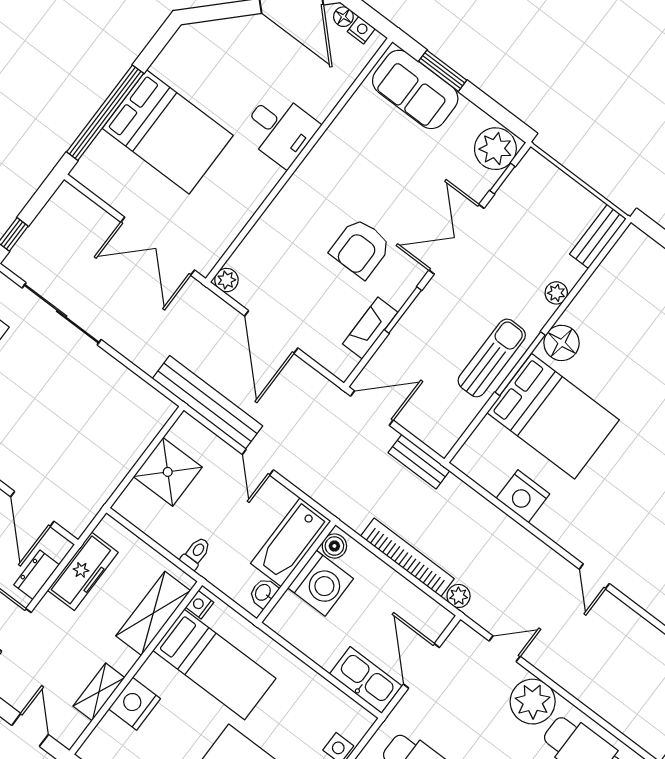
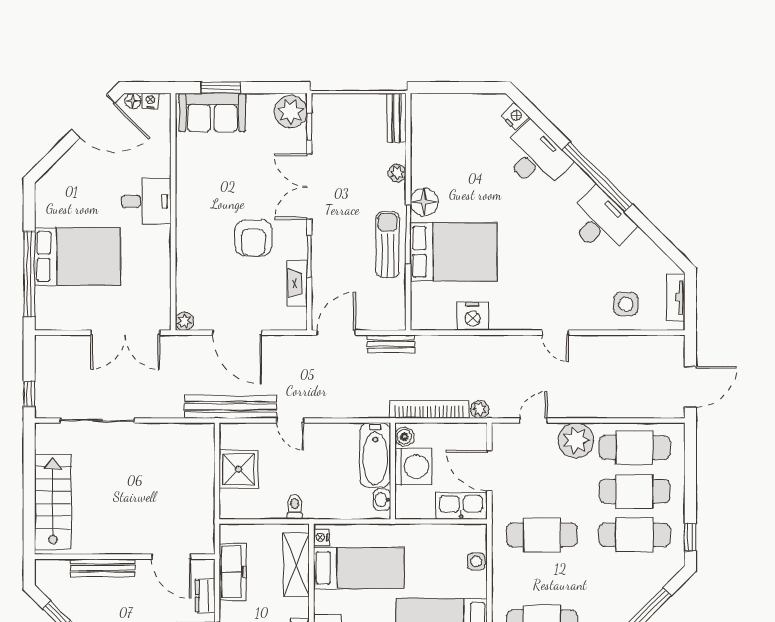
bathtub: (291, 542) -> (375, 455), moved
boiler: (334, 546) -> (404, 437), moved
wall: (296, 572) -> (393, 471), moved
washing machine: (321, 583) -> (413, 467), moved
washbasin: (263, 593) -> (382, 500), moved

